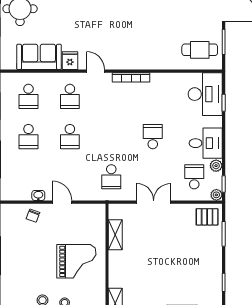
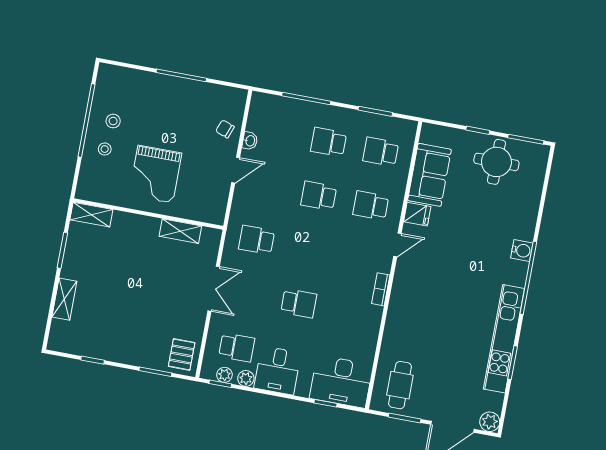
bookcase: (131, 77) -> (381, 289), width x0.64
plant: (216, 195) -> (224, 375), moved

